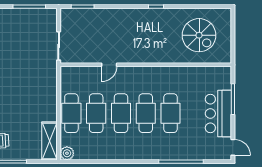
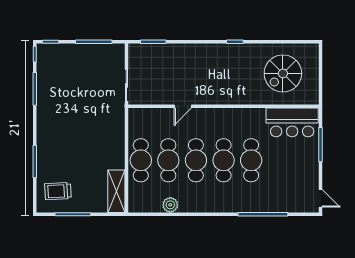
spiral stairs: (199, 35) -> (283, 73), turned 90
bar counter: (218, 114) -> (292, 122), moved, turned -90
plant: (67, 153) -> (170, 205), moved

